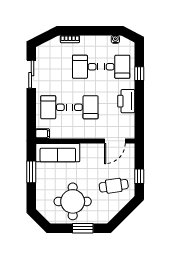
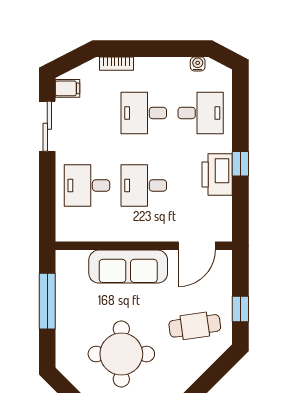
window: (139, 74) -> (240, 164), moved
desk: (85, 107) -> (144, 185), turned 180
filing cabinet: (43, 134) -> (68, 88), moved
sofa: (58, 153) -> (128, 267), moved
window: (31, 172) -> (47, 301), width x1.44

